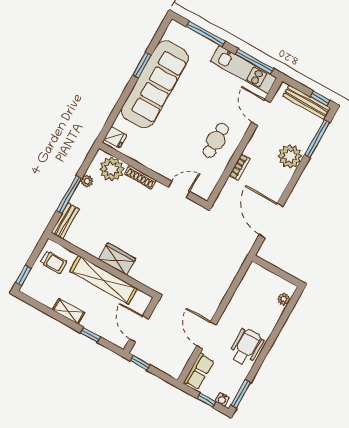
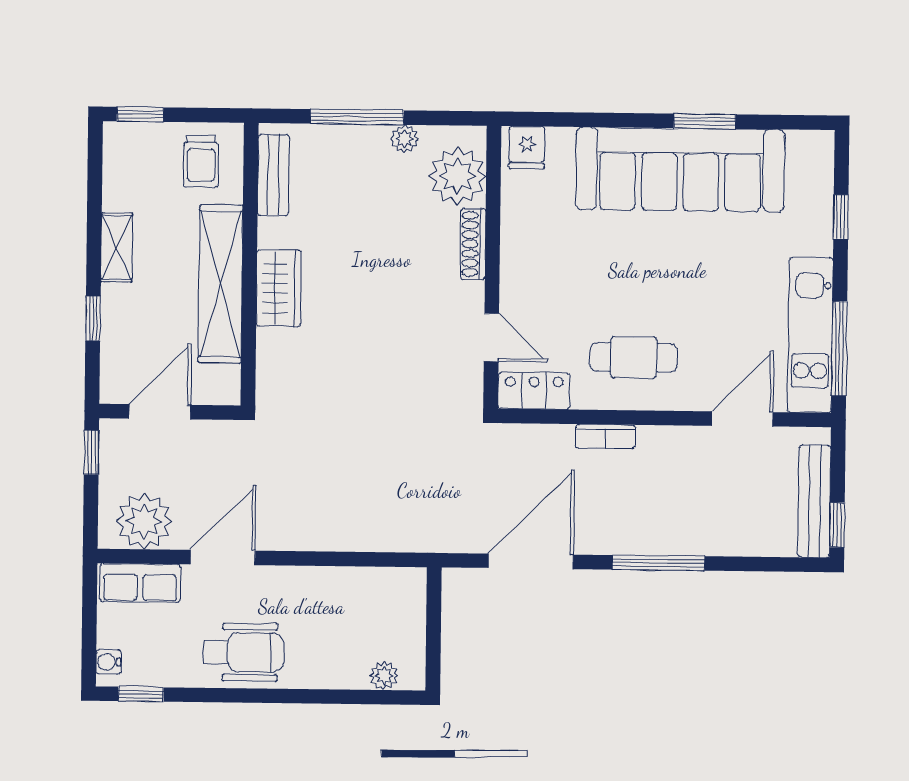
window: (206, 34) -> (841, 217), width x0.46
window: (317, 139) -> (658, 563), moved
plant: (290, 156) -> (144, 521), moved
locker: (208, 184) -> (534, 391), added
bench: (65, 221) -> (273, 175), moved, turned 90
window: (241, 394) -> (141, 694), width x0.67
window: (206, 400) -> (89, 631), removed

